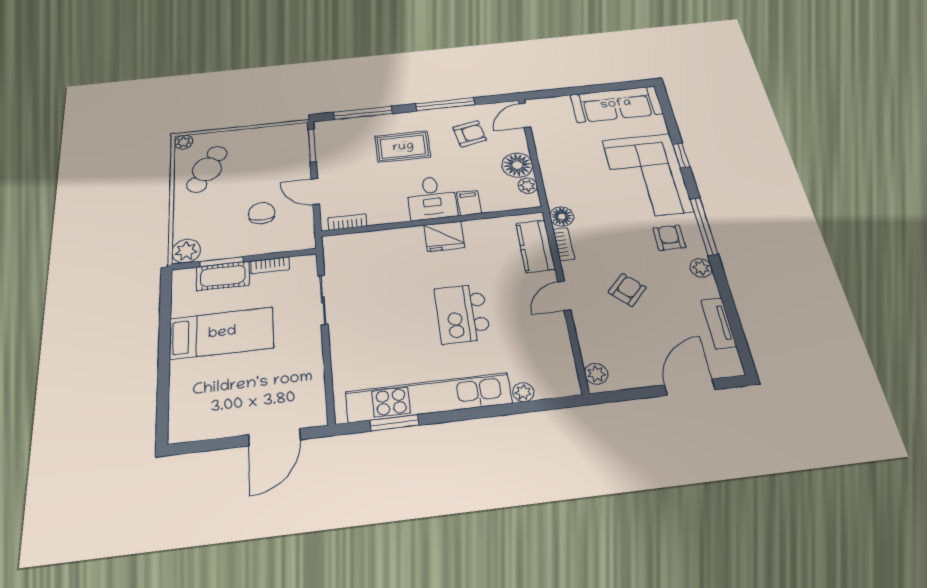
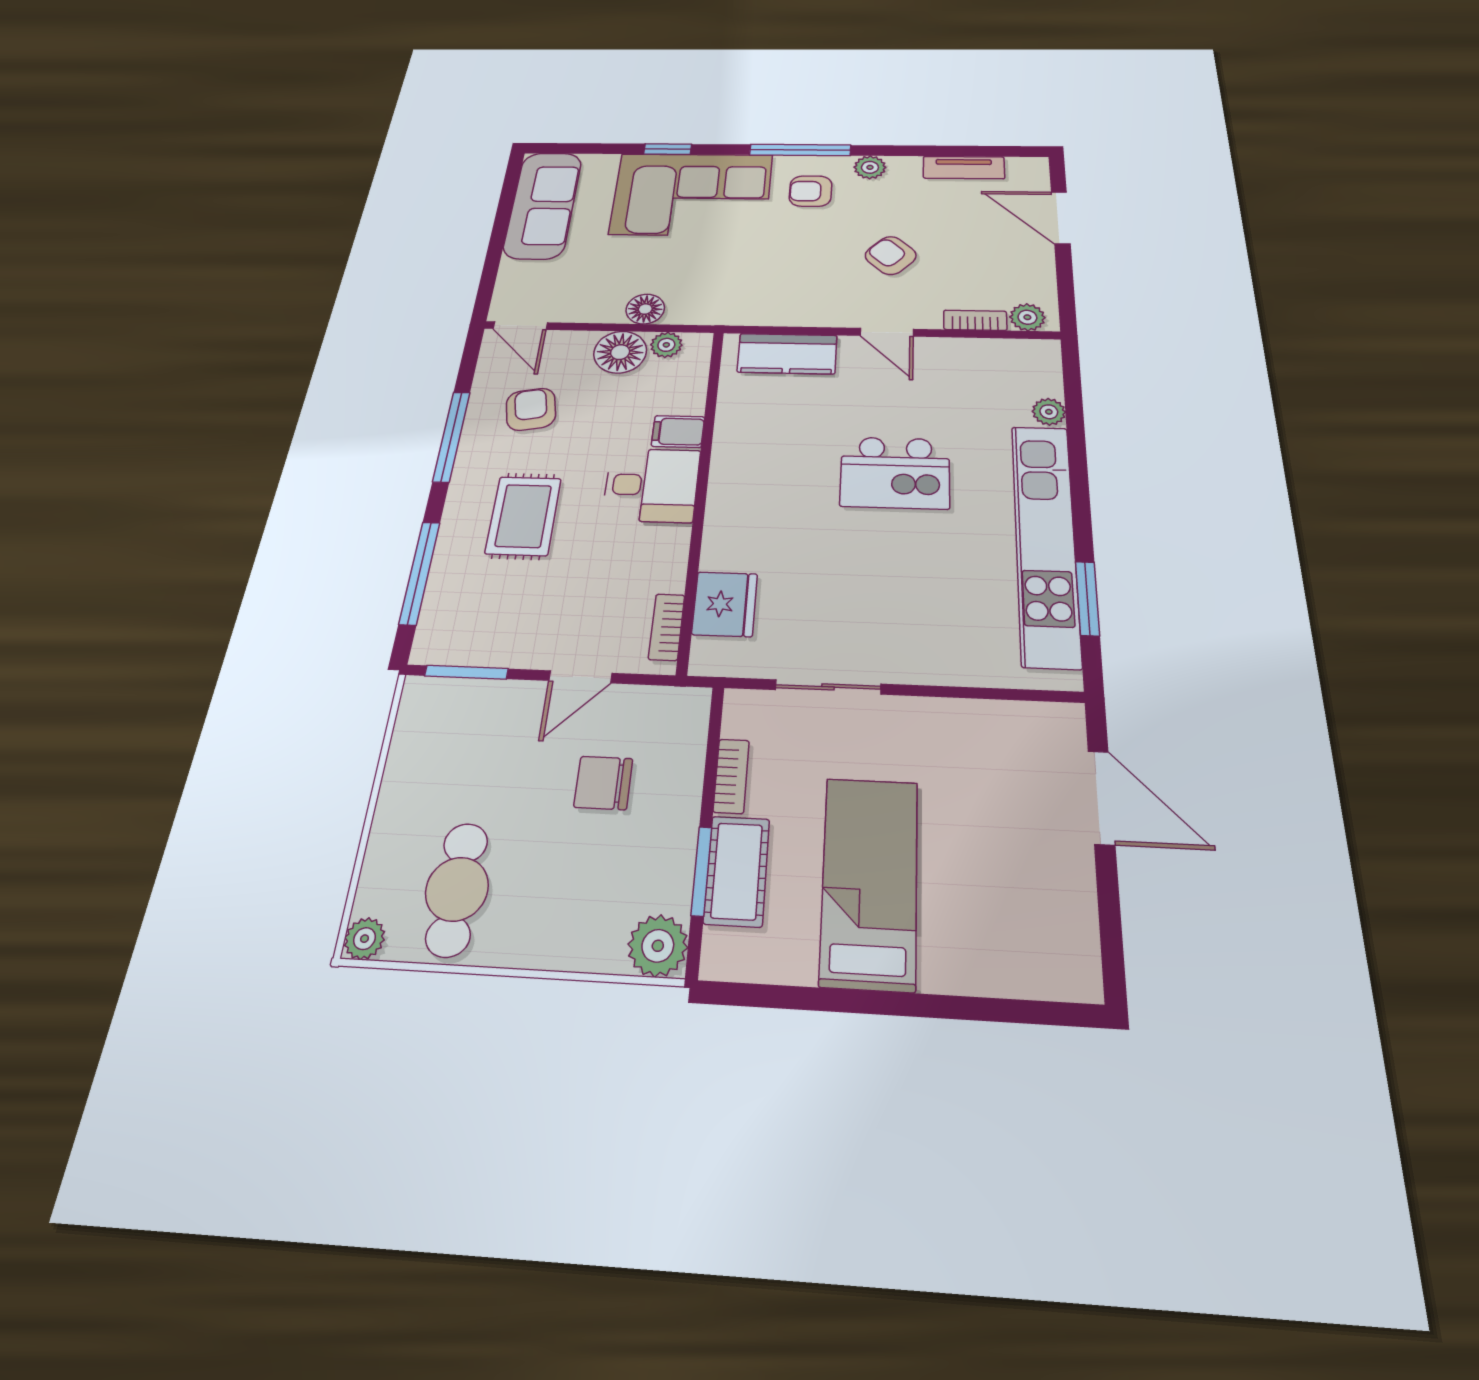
cafe table: (207, 169) -> (457, 889), turned 61
floor lamp: (562, 217) -> (645, 309), moved
fridge: (444, 236) -> (725, 604), moved
bookcase: (564, 244) -> (975, 320), moved

